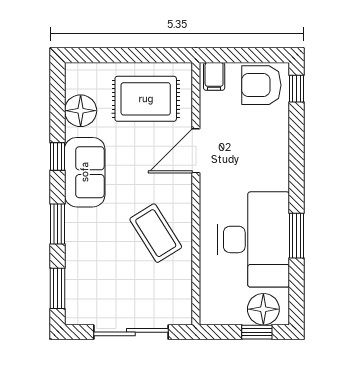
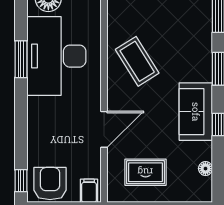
armchair: (261, 85) -> (50, 184), turned -90
rug: (146, 99) -> (145, 172), width x0.73, depth x0.70
floor lamp: (81, 111) -> (205, 169), width x0.53, depth x0.53

